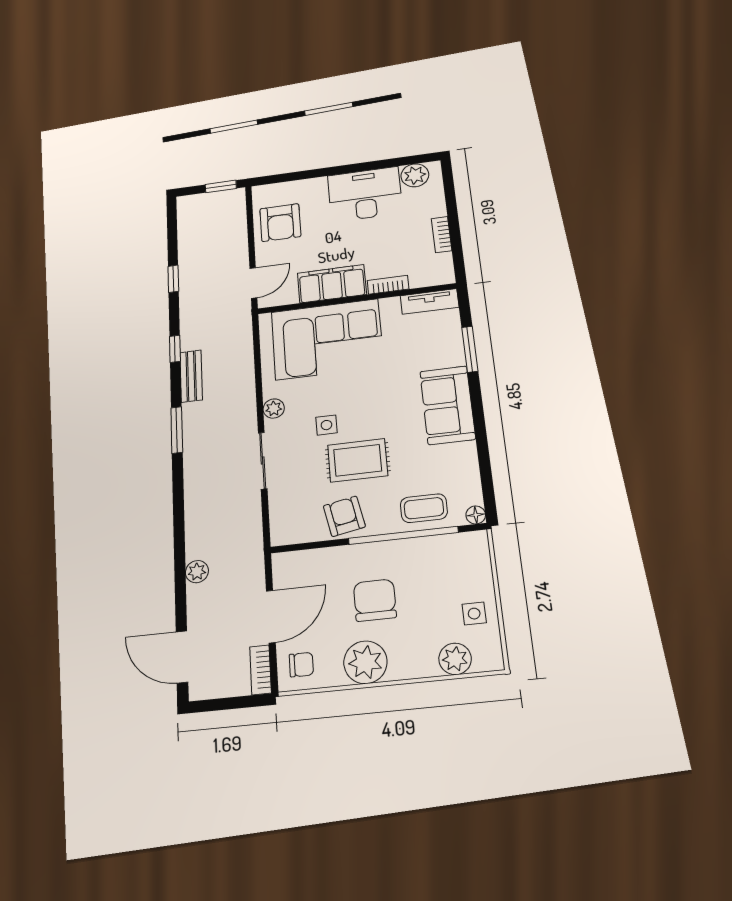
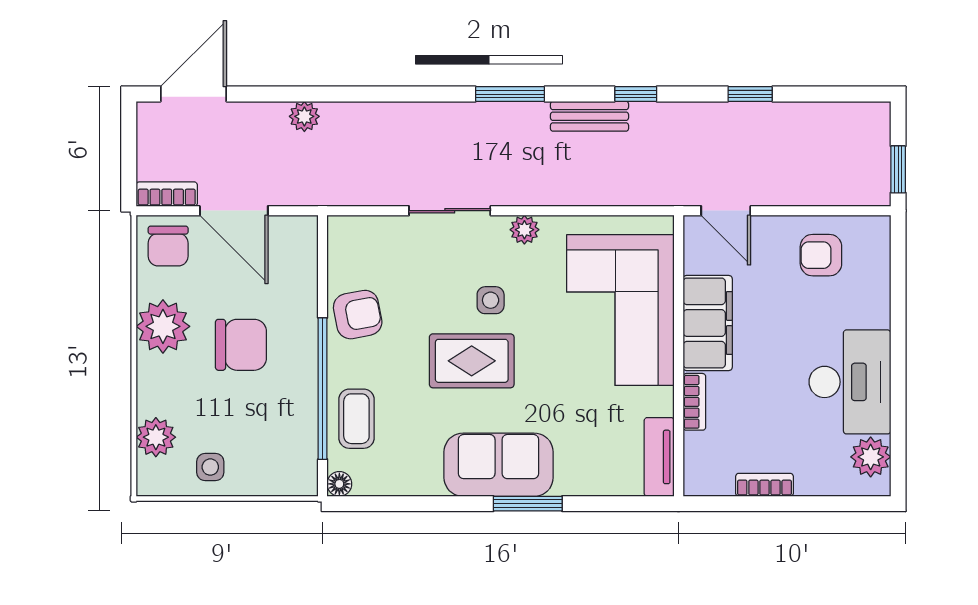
armchair: (280, 223) -> (821, 255), width x0.72, depth x0.72
window: (470, 349) -> (528, 504), moved
rug: (358, 460) -> (472, 361), moved, turned 90
chair: (301, 665) -> (168, 246), width x1.37, depth x1.37

